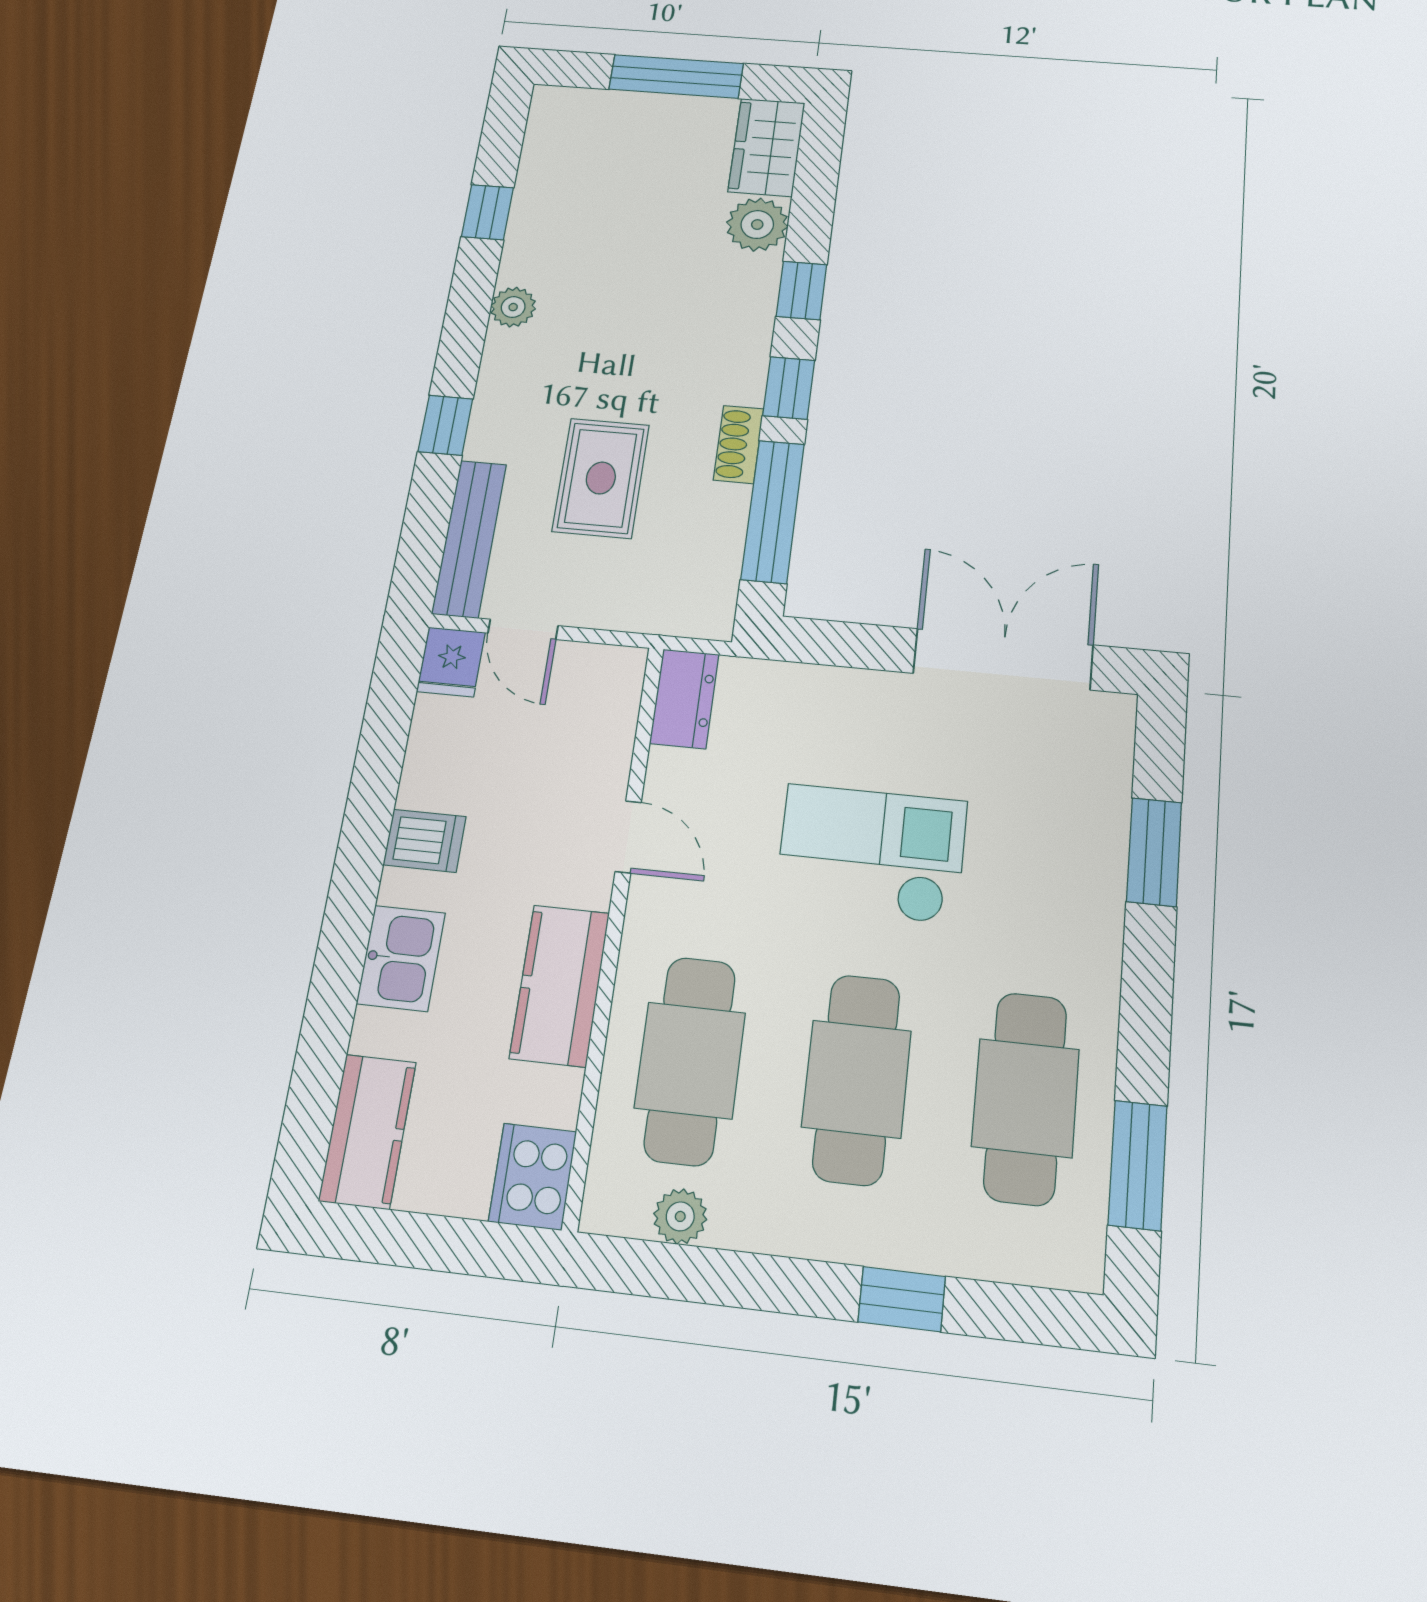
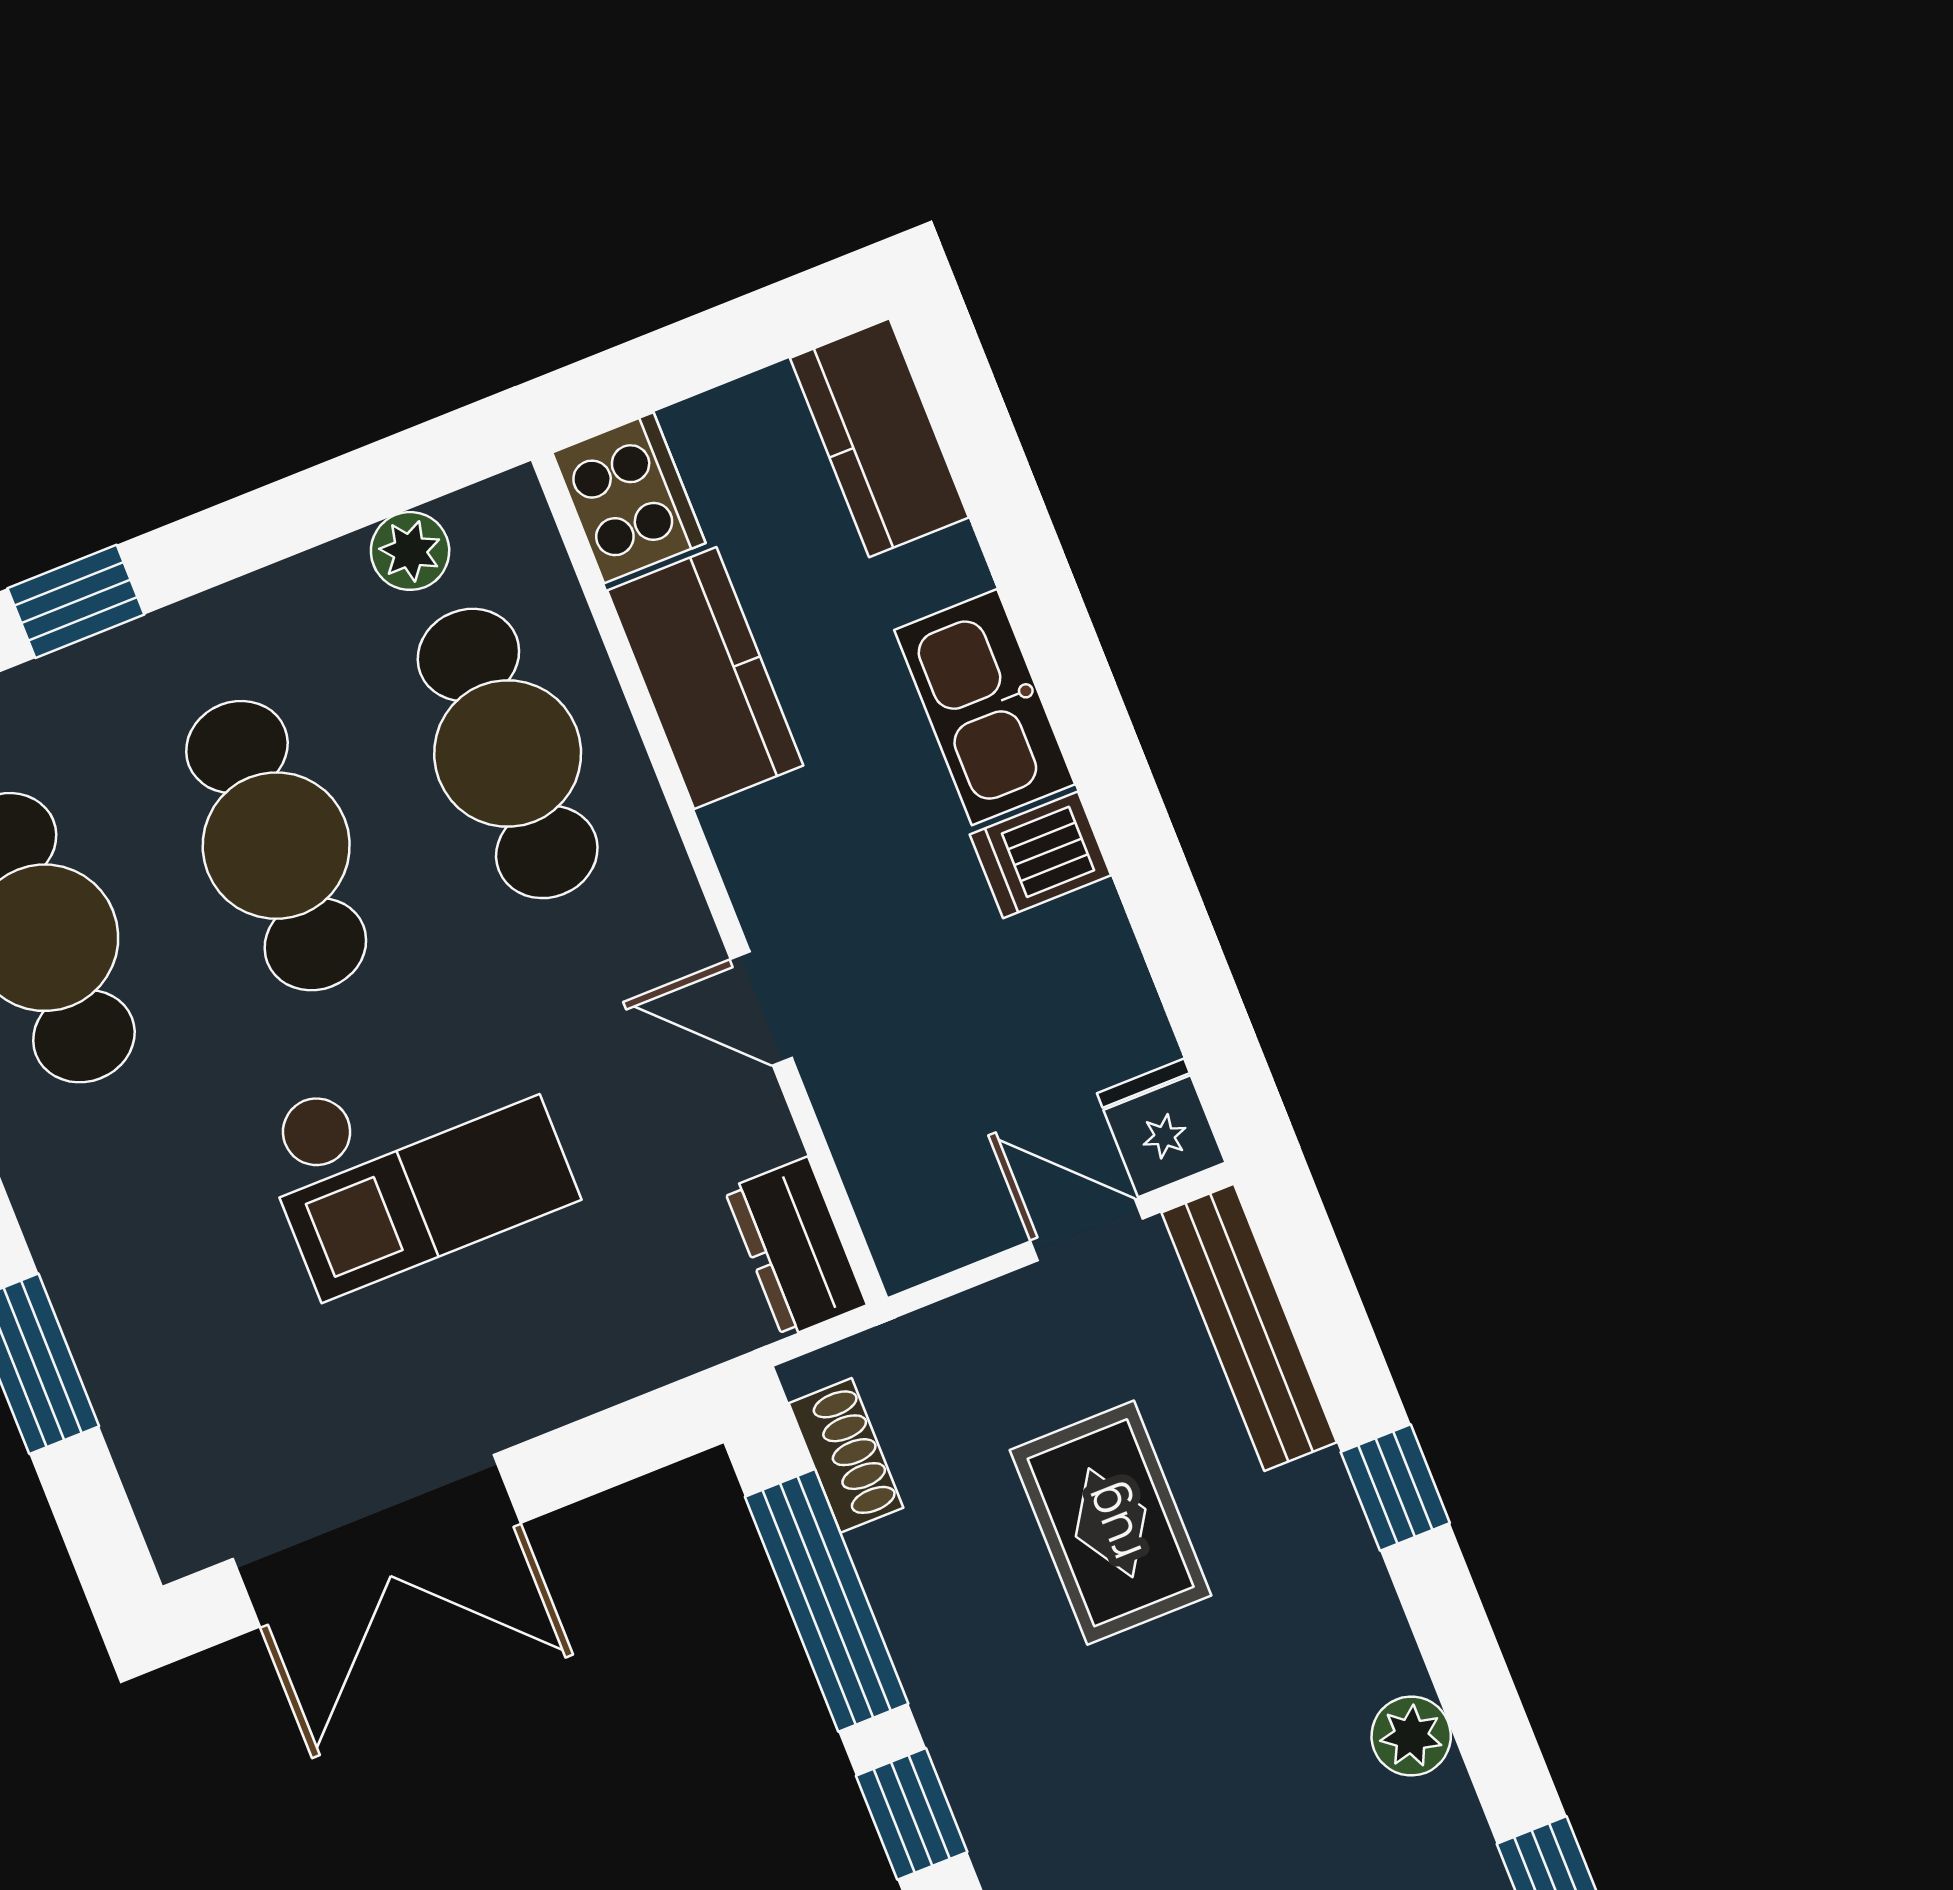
shoe rack: (738, 444) -> (846, 1455), moved
kitchen sink: (401, 958) -> (985, 707), width x1.38
kitchen counter: (560, 985) -> (705, 678), moved

